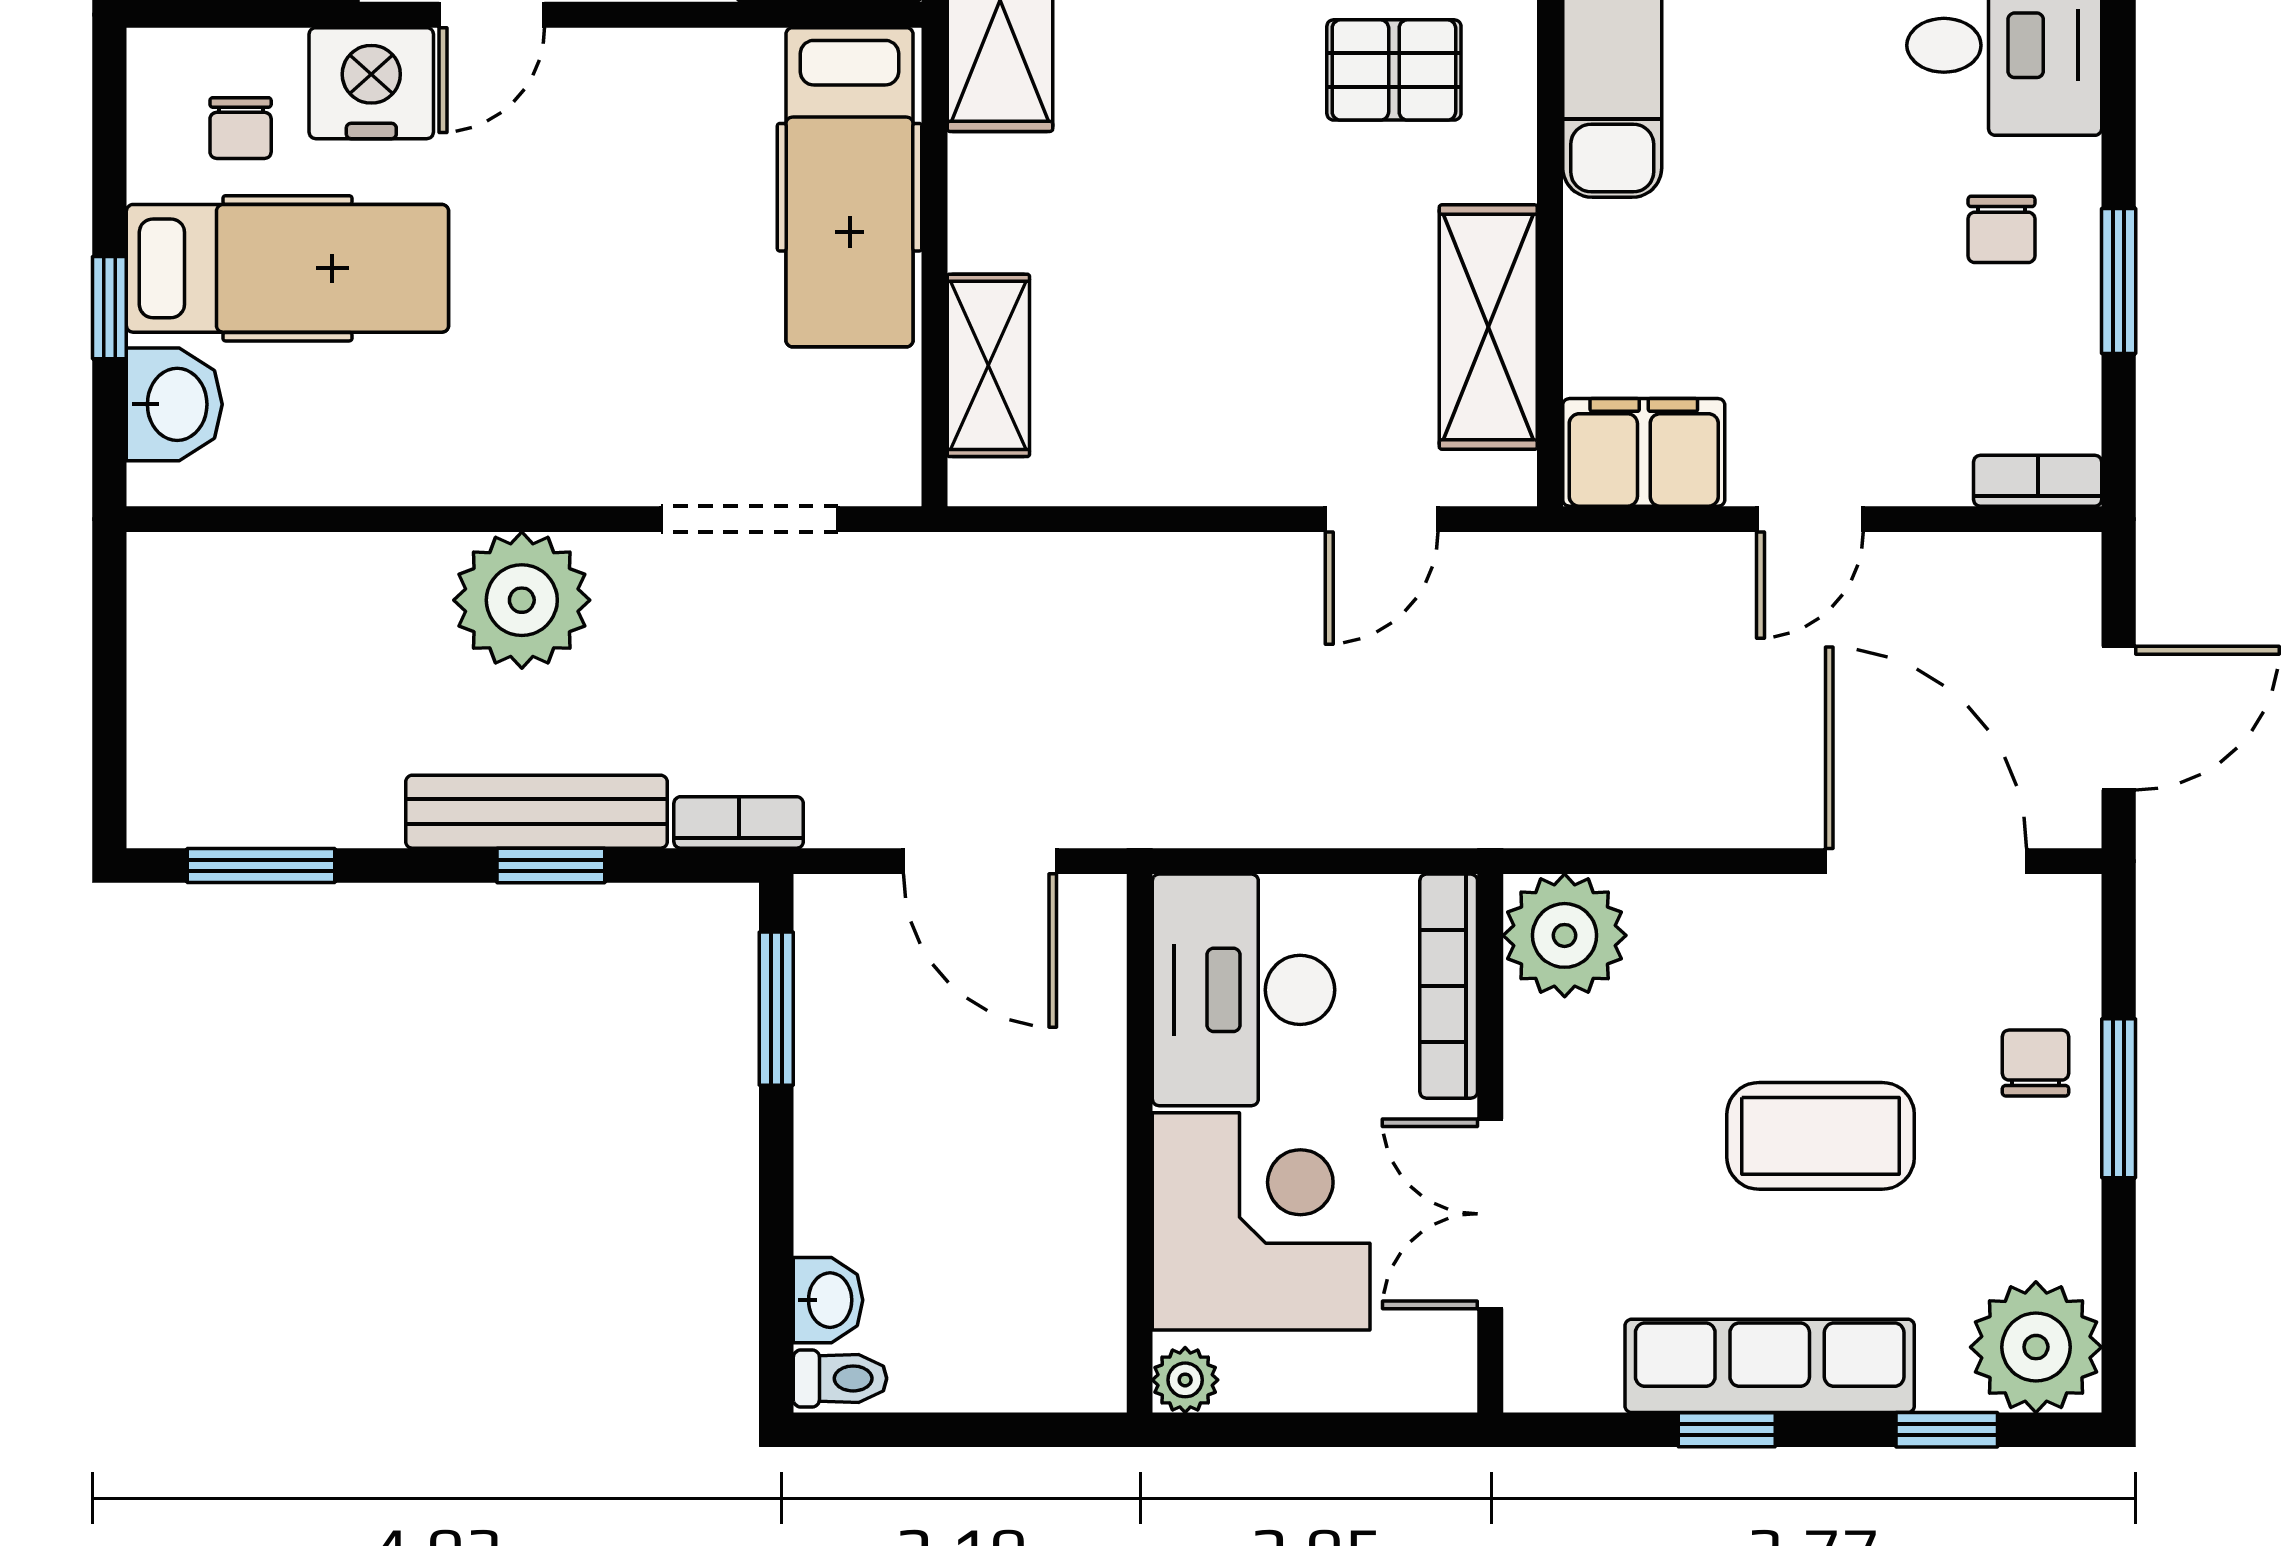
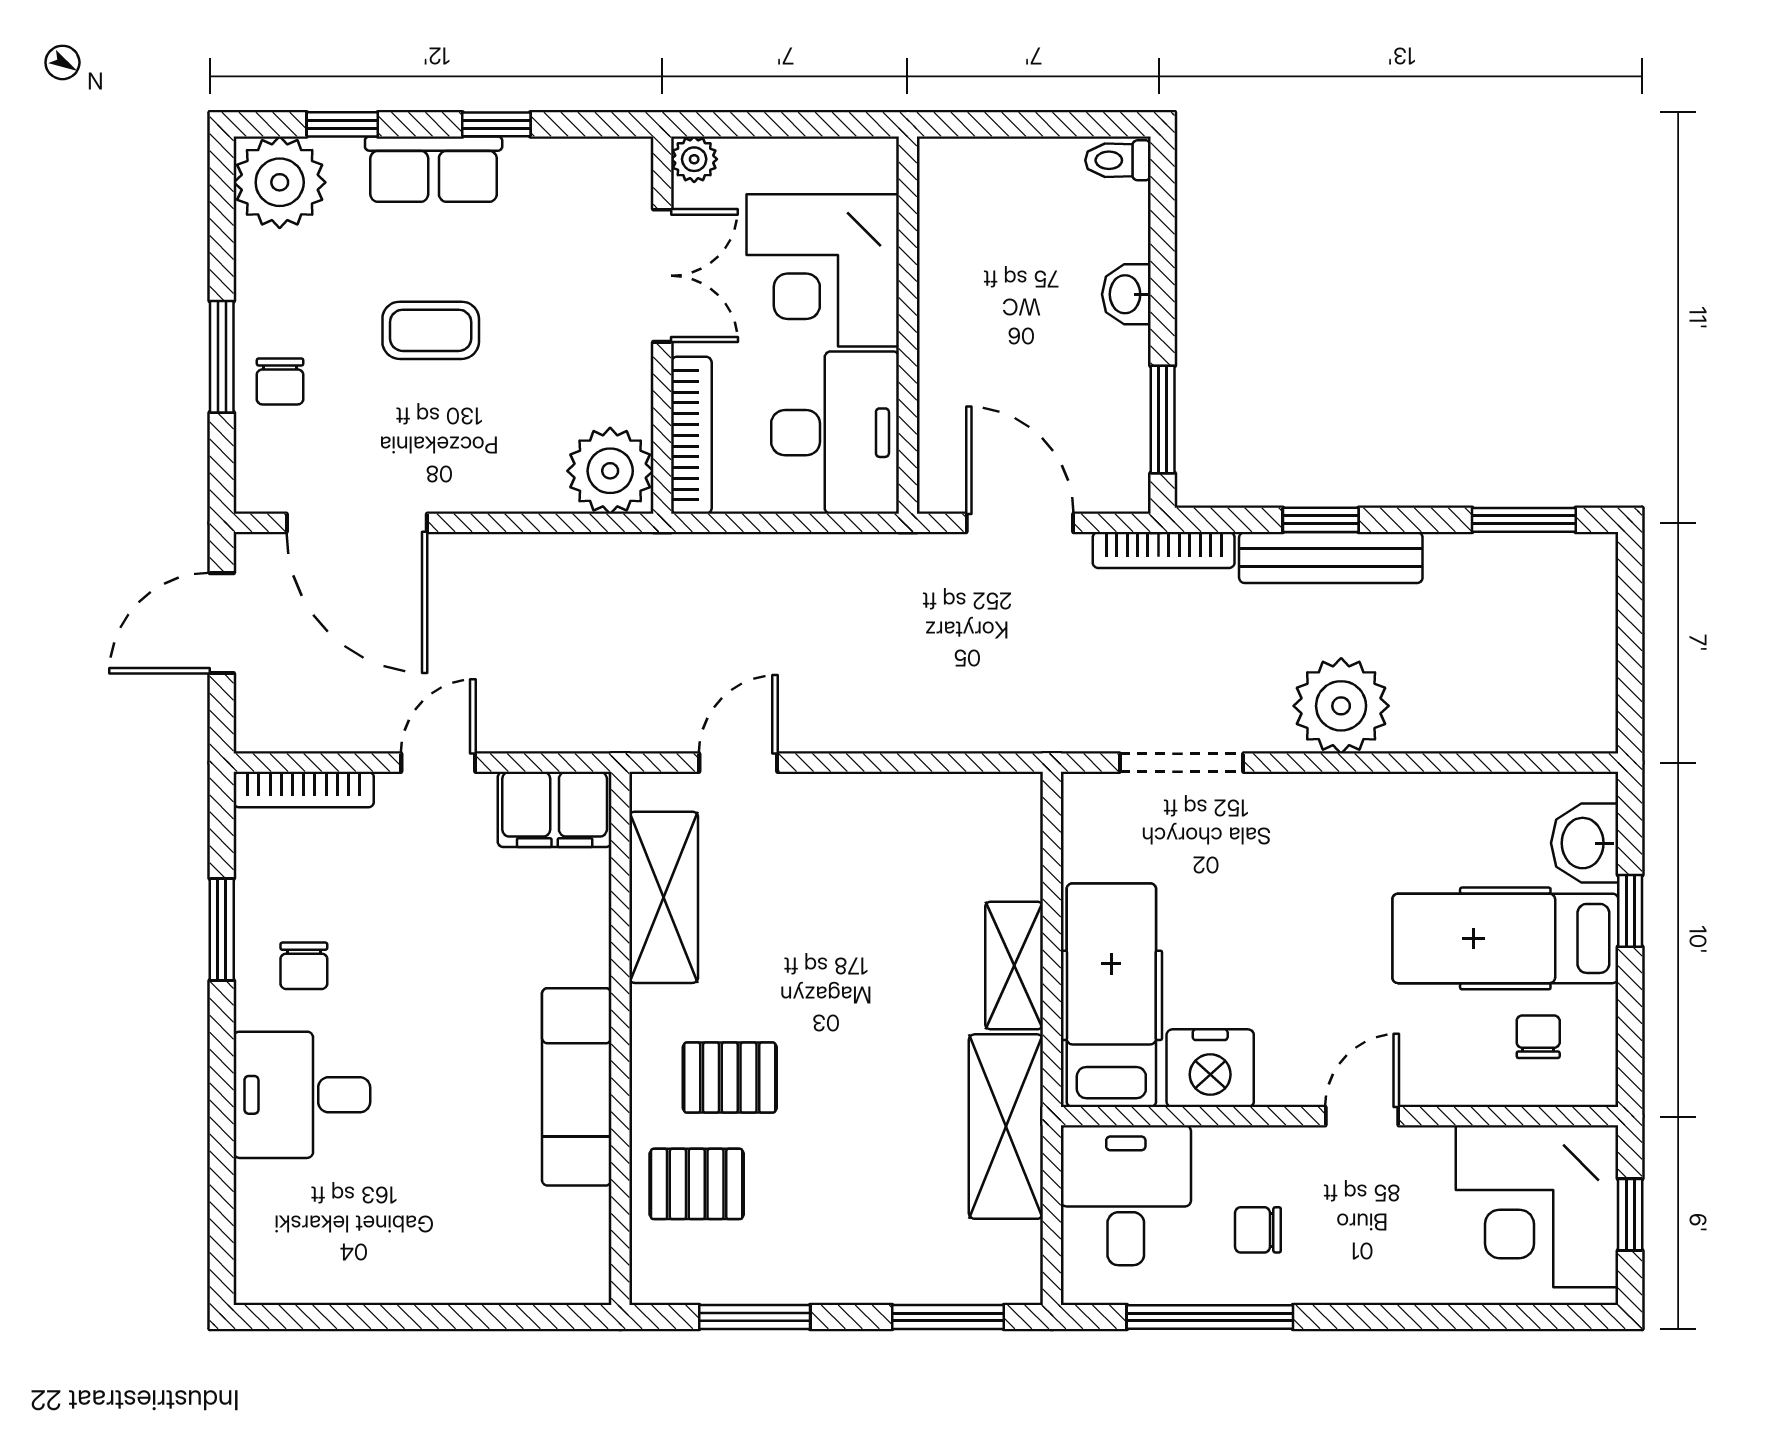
nightstand: (371, 83) -> (1210, 1068), moved
chair: (2001, 229) -> (304, 966), turned 180
shelving: (988, 365) -> (1014, 965), moved
bookcase: (2038, 481) -> (304, 790), width x1.56
bookcase: (739, 822) -> (1164, 550), width x1.56
coffee table: (1821, 1136) -> (431, 330), width x0.73, depth x0.77
washbasin: (828, 1300) -> (1126, 294), moved
row of seats: (1770, 1366) -> (434, 169), width x0.68
plant: (1185, 1380) -> (694, 159), moved

